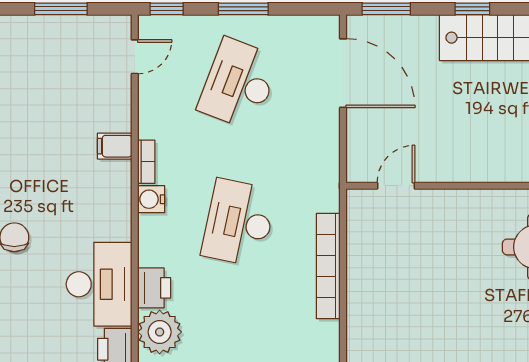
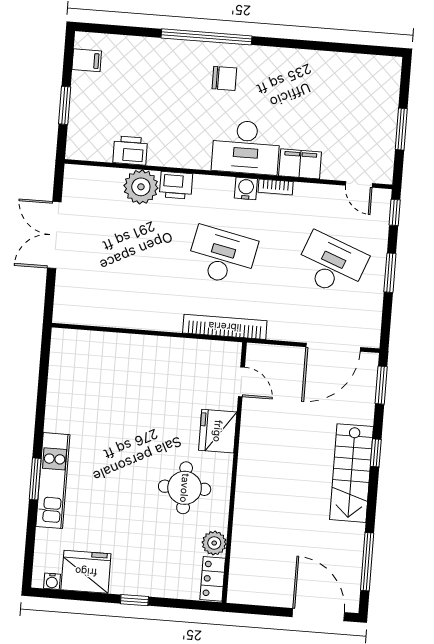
filing cabinet: (115, 146) -> (300, 164), width x2.00
fridge: (461, 211) -> (218, 431), added
bookcase: (328, 266) -> (225, 327), moved
desk: (99, 284) -> (246, 147), moved

